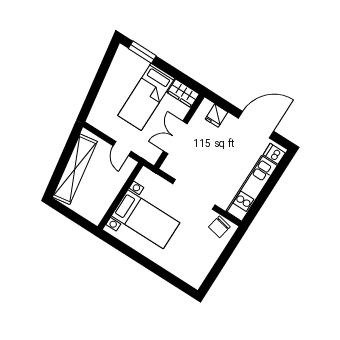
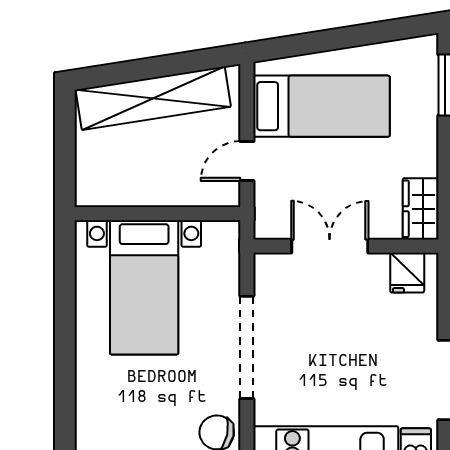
bed: (146, 97) -> (321, 106), moved, turned 180
fridge: (216, 116) -> (407, 273), moved, turned -90

